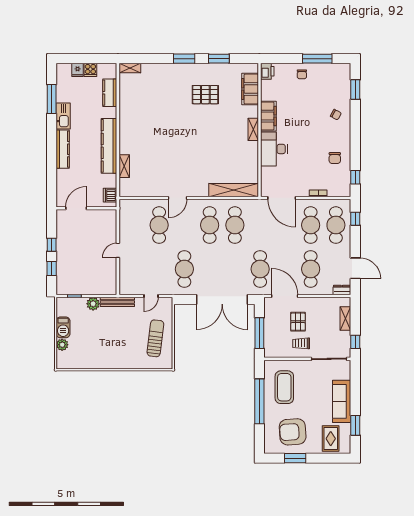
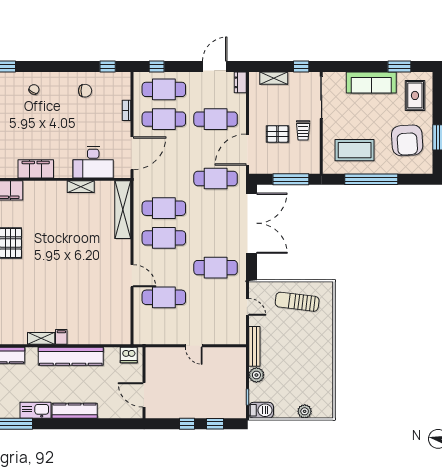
shelving: (253, 129) -> (81, 187), moved
filing cabinet: (125, 138) -> (61, 337), added
desk: (274, 149) -> (93, 162), moved
shelving: (124, 166) -> (41, 338), moved
barbecue: (63, 327) -> (261, 410), moved
rug: (331, 439) -> (415, 95), turned 90

